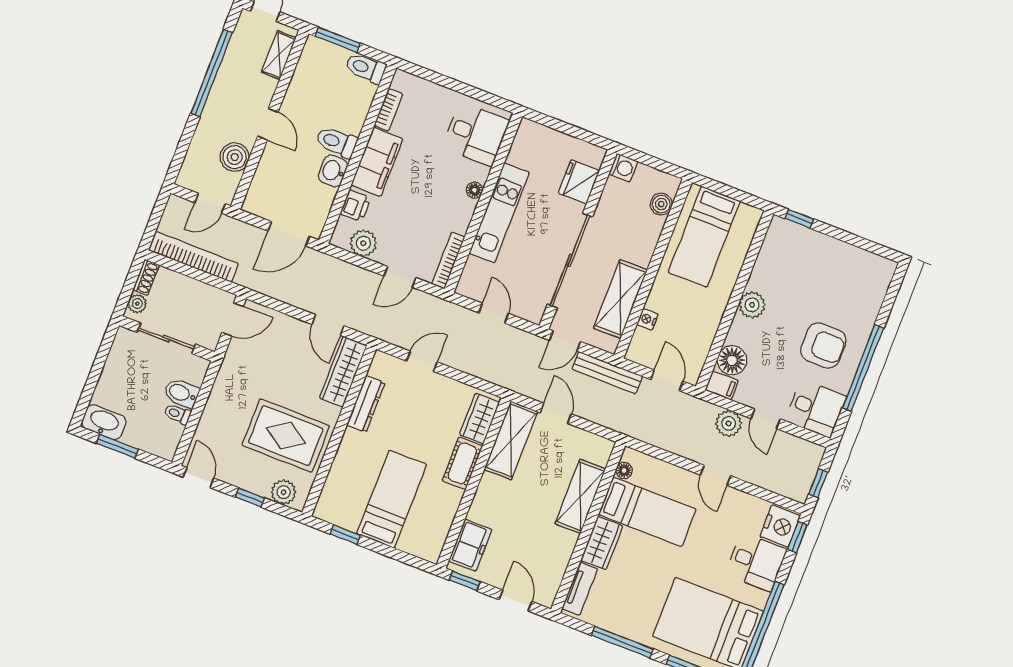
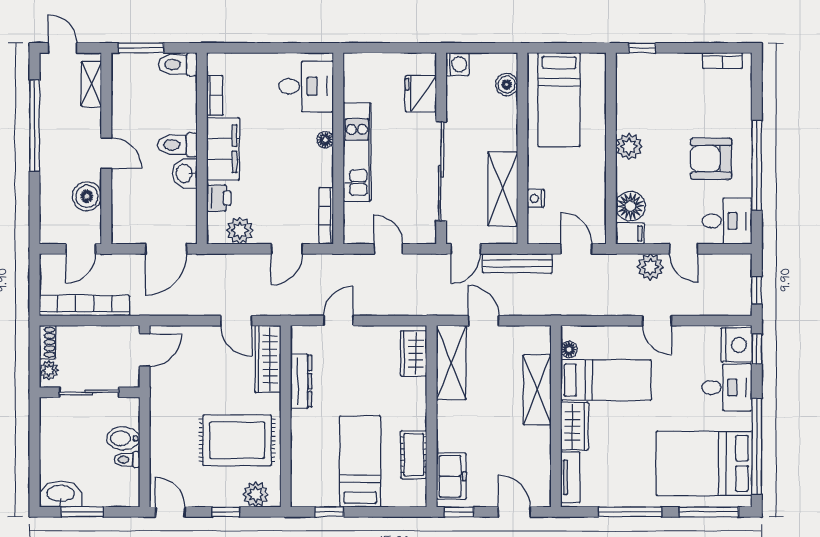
bookcase: (869, 259) -> (723, 61), added
armchair: (823, 345) -> (711, 159), turned 180
cot: (462, 463) -> (414, 455), moved

